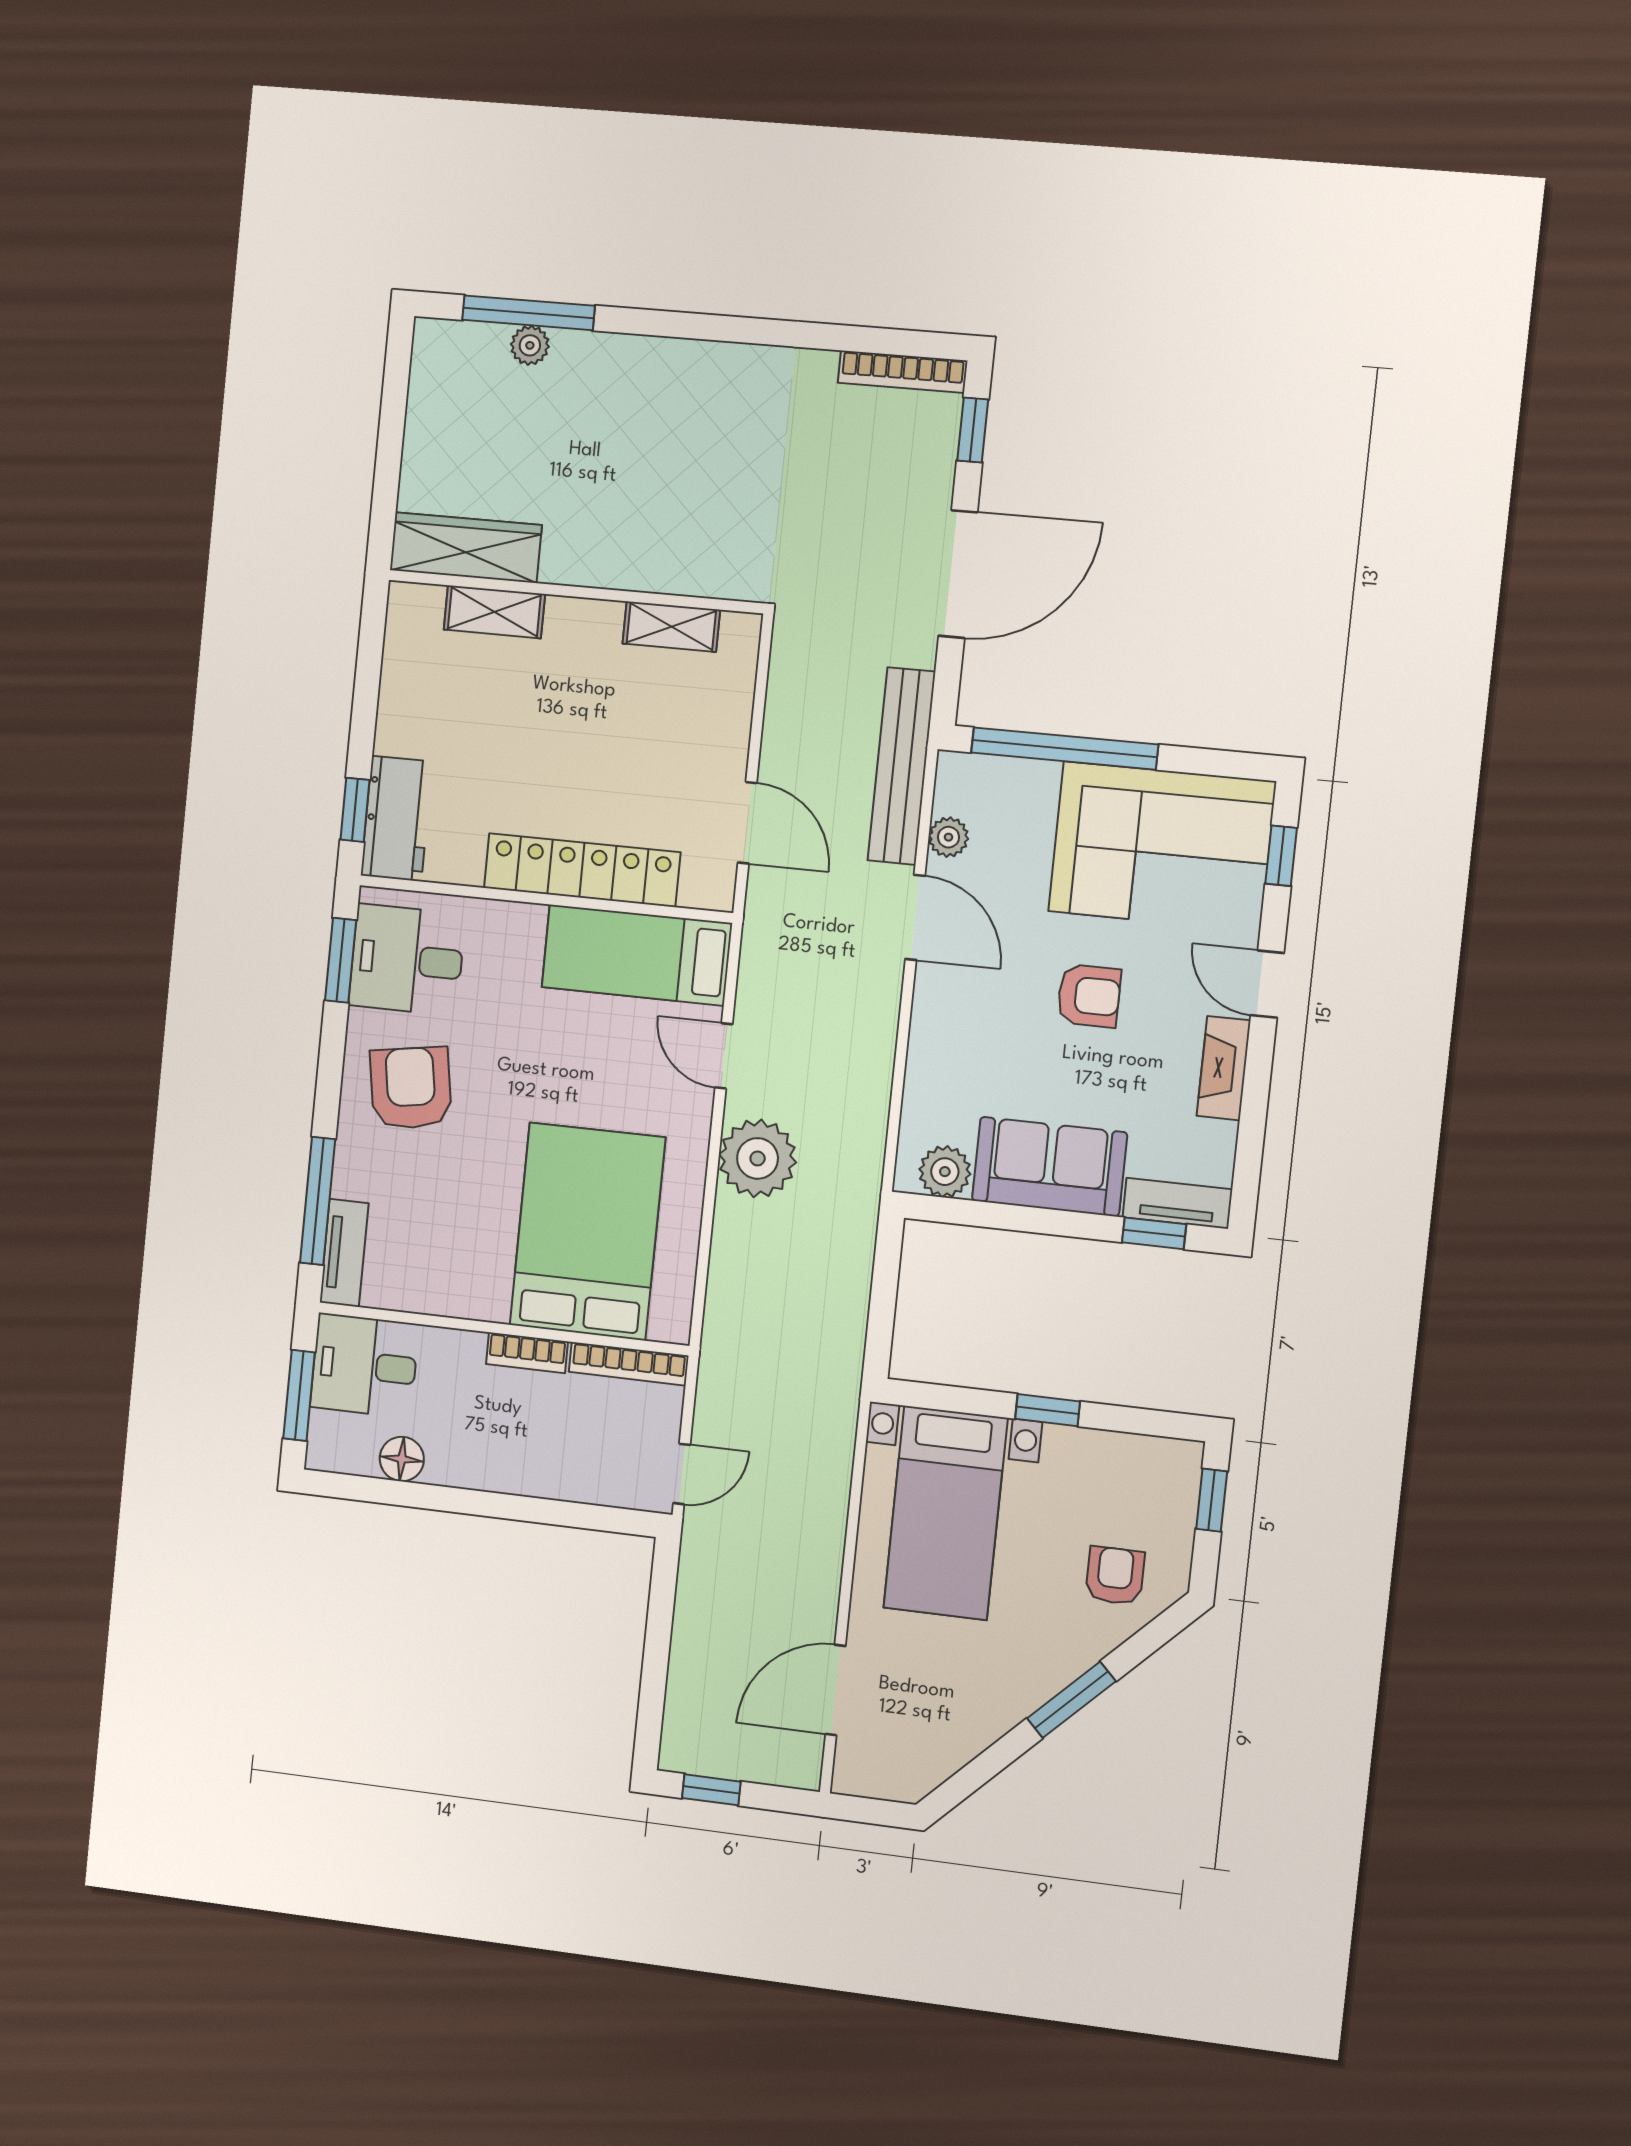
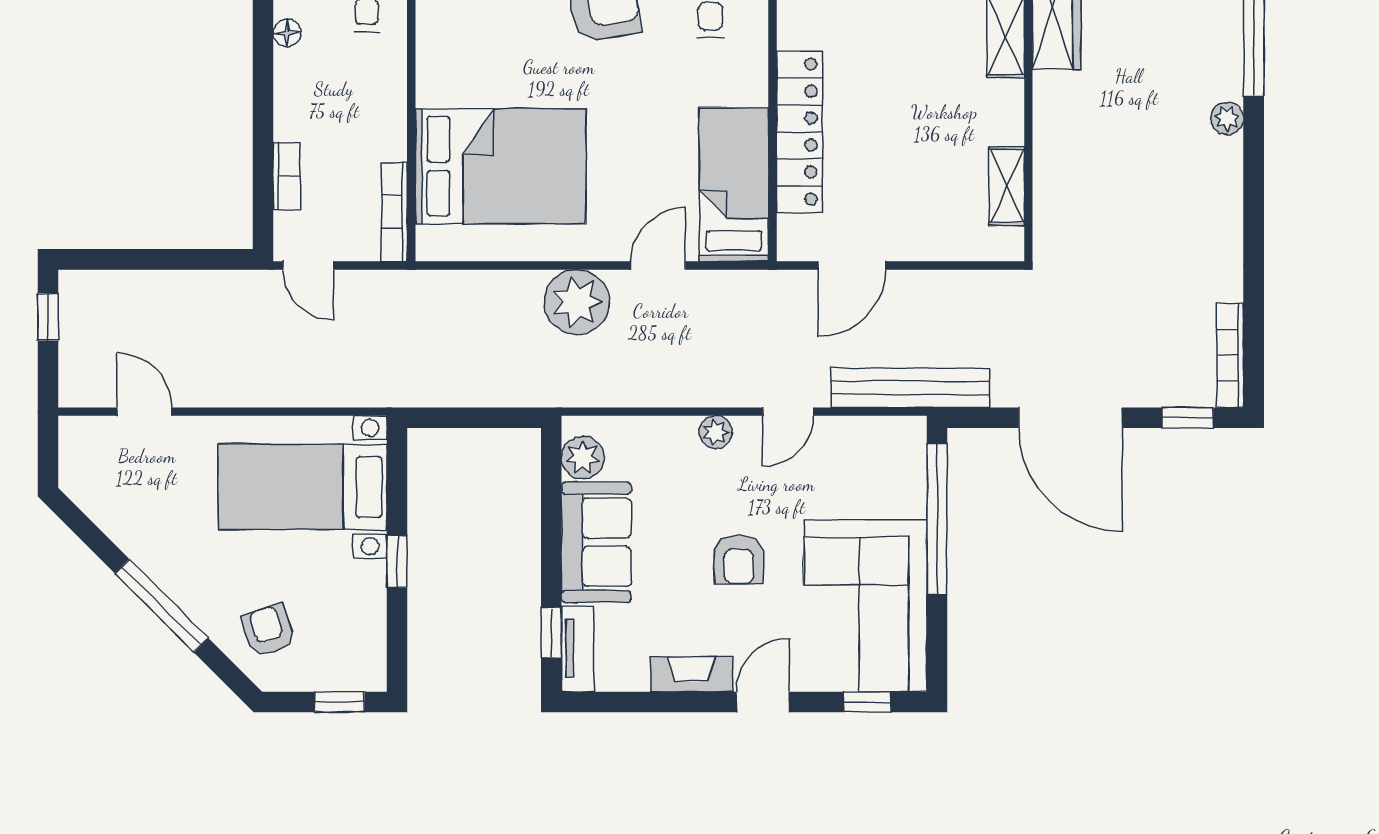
plant: (530, 345) -> (1227, 118), moved
plant: (948, 837) -> (716, 432), moved
door: (915, 917) -> (788, 412), width x0.73
bookcase: (527, 1353) -> (287, 176), moved, turned 180
floor lamp: (402, 1459) -> (287, 33), width x0.73, depth x0.73
armchair: (1115, 1576) -> (268, 630), turned -108
door: (835, 1690) -> (145, 412), width x0.73
window: (1071, 1700) -> (162, 606), width x1.44

